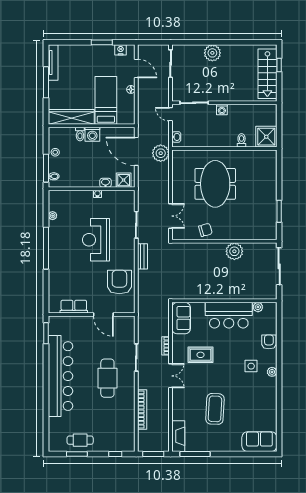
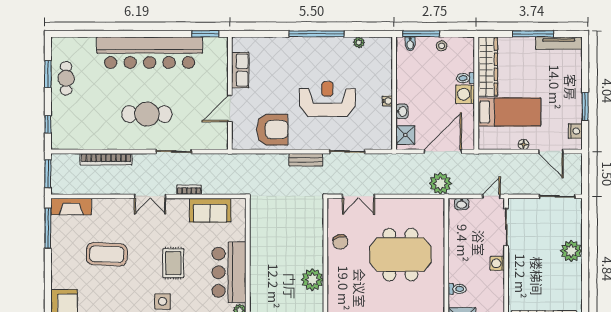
door: (136, 68) -> (551, 152), hinge flipped
sofa: (181, 318) -> (210, 210), moved
rug: (200, 355) -> (173, 263), moved

